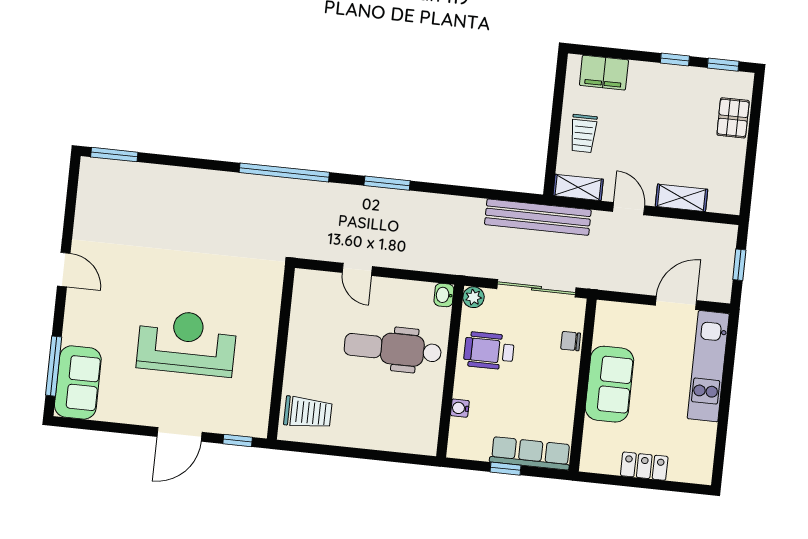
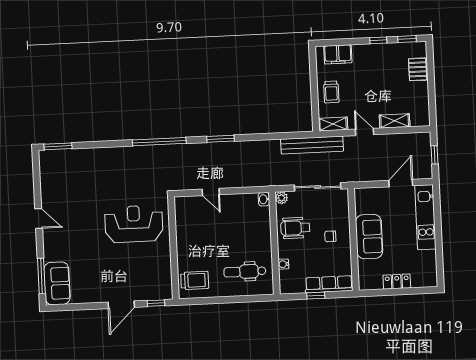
chair: (571, 341) -> (330, 236), moved
reception desk: (187, 343) -> (134, 224), moved
dental chair: (393, 349) -> (245, 272), moved, width x0.73, depth x0.72

